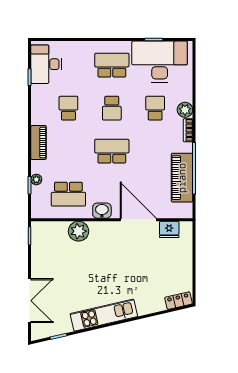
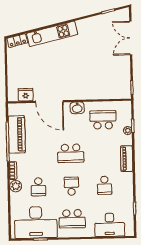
desk: (46, 64) -> (110, 225), moved, turned 90
plant: (78, 231) -> (95, 92), removed
kitchen unit: (104, 315) -> (52, 34), moved

